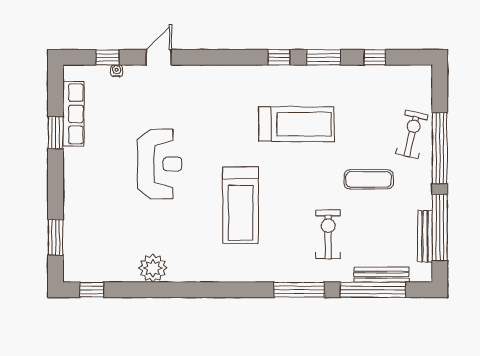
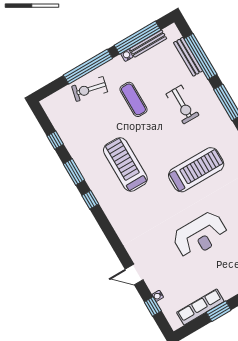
reception desk: (160, 164) -> (200, 235), turned 180
water cooler: (426, 202) -> (127, 55), added
exercise bike: (328, 235) -> (183, 105), turned -90

